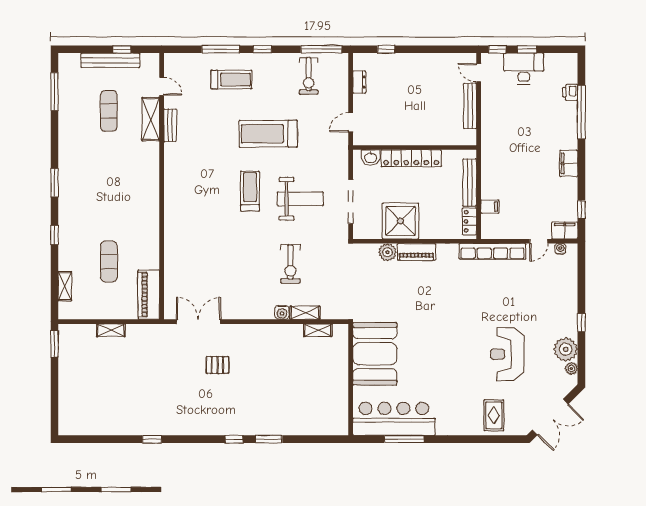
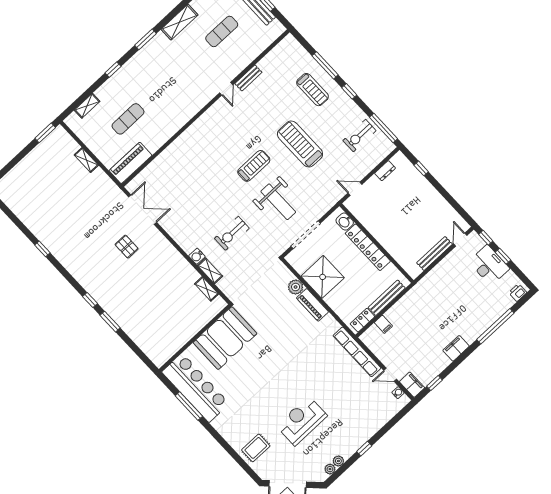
door: (162, 86) -> (226, 89), moved
printer: (570, 92) -> (518, 293), moved
shelving: (151, 119) -> (179, 22), moved
plant: (566, 349) -> (338, 461), width x0.53, depth x0.53

